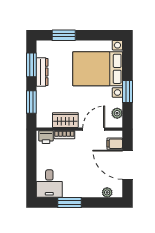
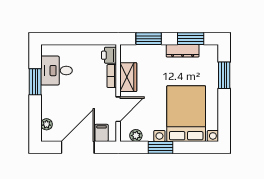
door: (94, 129) -> (118, 109), hinge flipped
desk: (49, 184) -> (57, 71), moved

